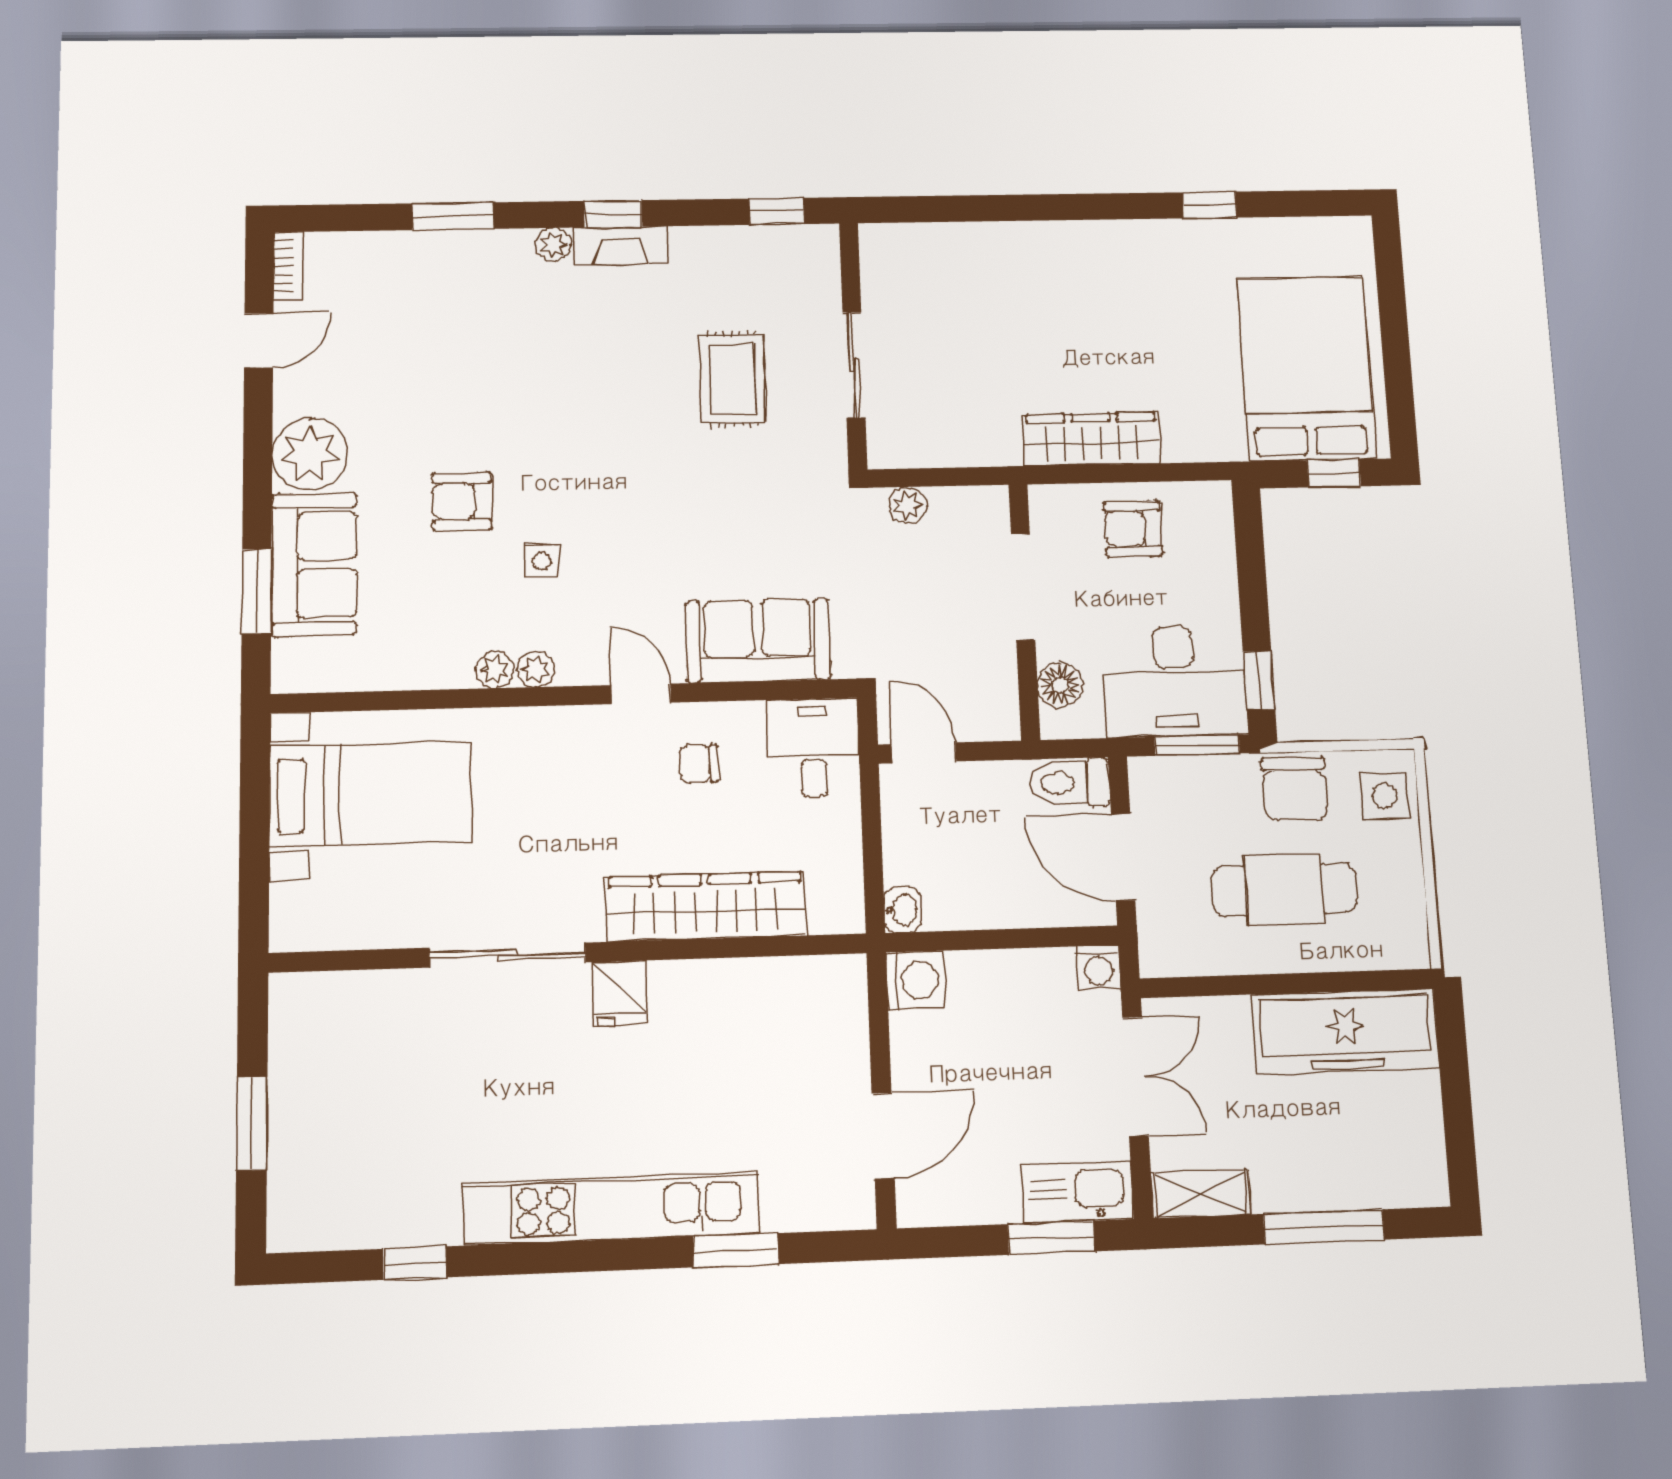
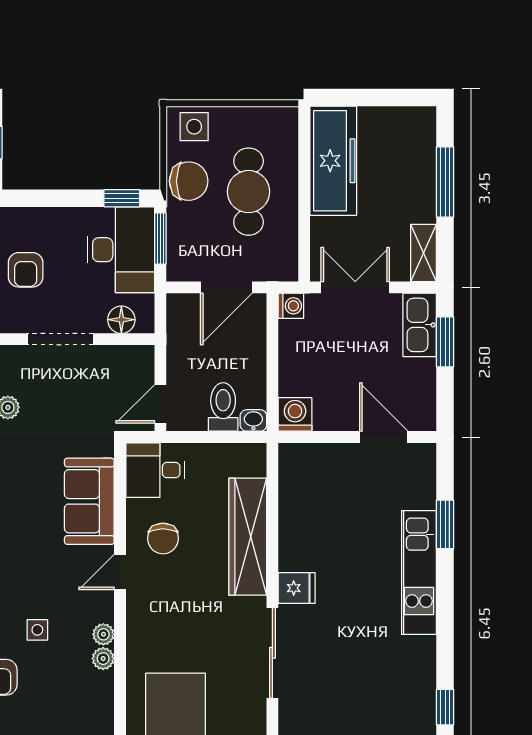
chair: (699, 764) -> (163, 538), width x1.37, depth x1.37
toilet: (1069, 783) -> (223, 407), moved, turned 180
kitchen unit: (611, 1209) -> (419, 573), width x0.73

